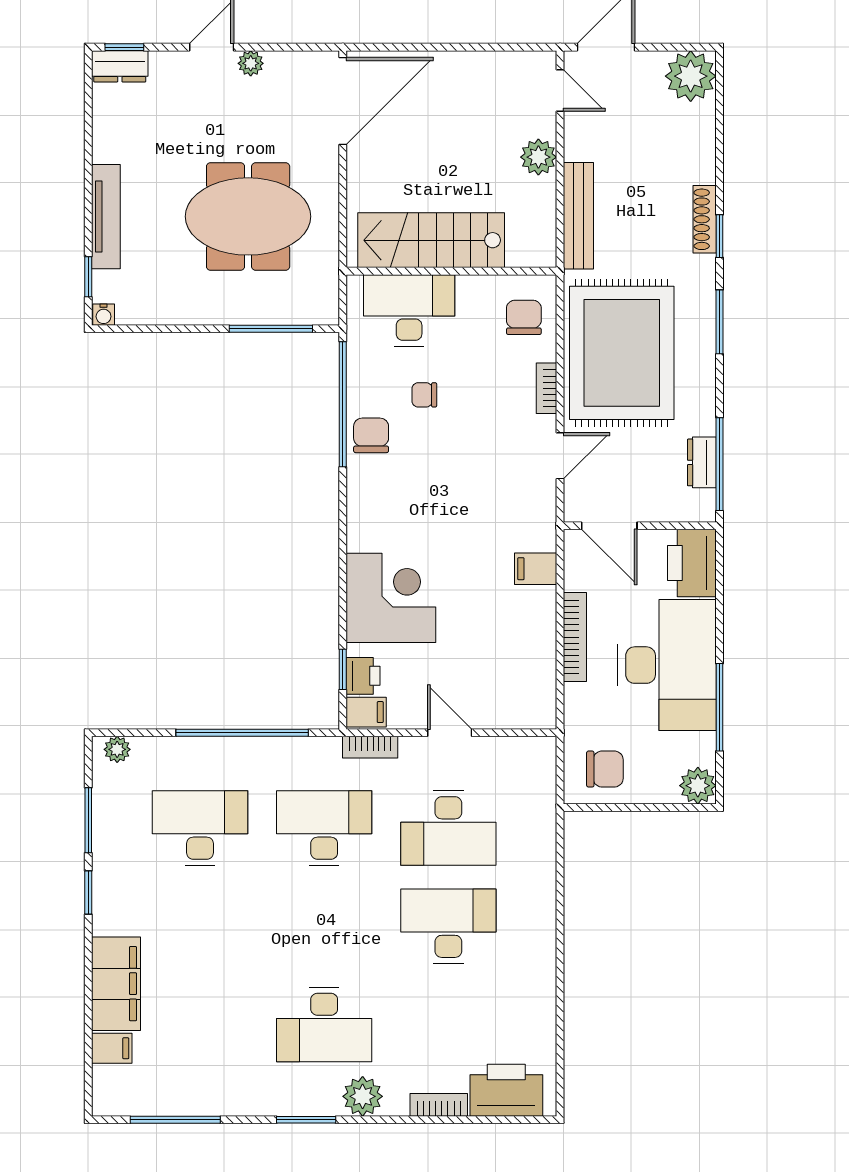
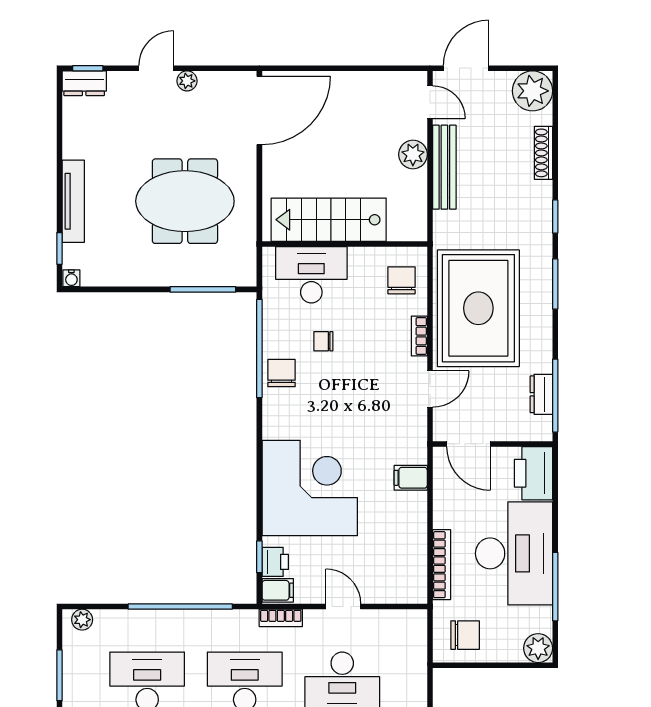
bench: (578, 216) -> (444, 167), moved
shoe rack: (705, 219) -> (544, 153), moved
corner desk: (391, 598) -> (310, 488), width x1.36, depth x1.36
bookcase: (575, 637) -> (442, 565), moved

